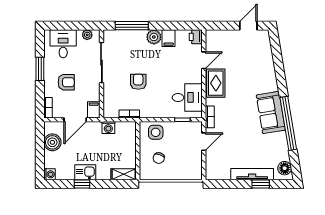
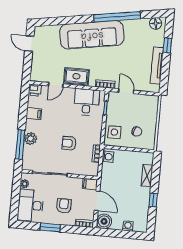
plant: (154, 37) -> (31, 139), moved
desk: (63, 44) -> (30, 205), width x1.37
door: (204, 60) -> (56, 85), swing flipped
sofa: (271, 112) -> (92, 35), width x1.85, depth x1.27
washing machine: (108, 127) -> (108, 157), moved
boiler: (52, 142) -> (104, 221), moved
kitchen sink: (85, 172) -> (143, 196), removed
washing machine: (49, 174) -> (128, 226), moved
shelving: (124, 174) -> (147, 176), moved
tv unit: (252, 174) -> (157, 65), moved

